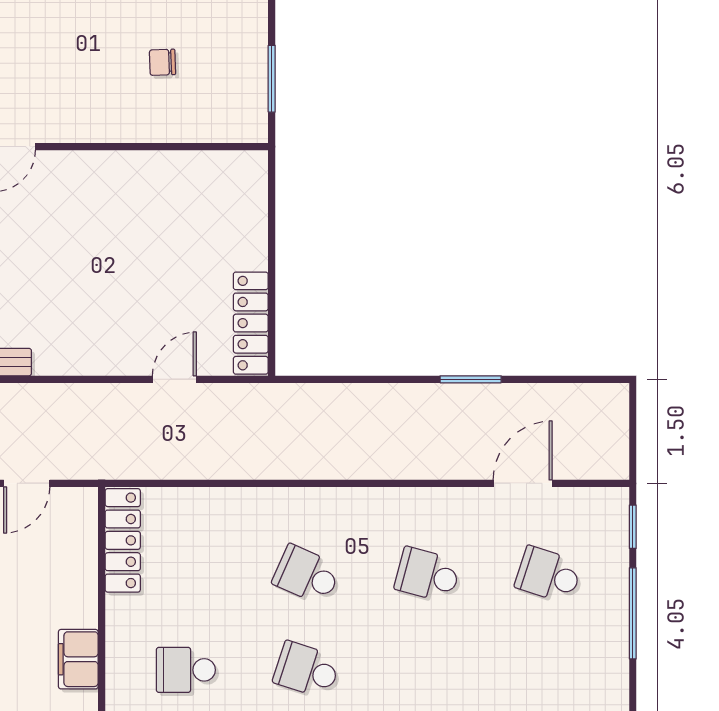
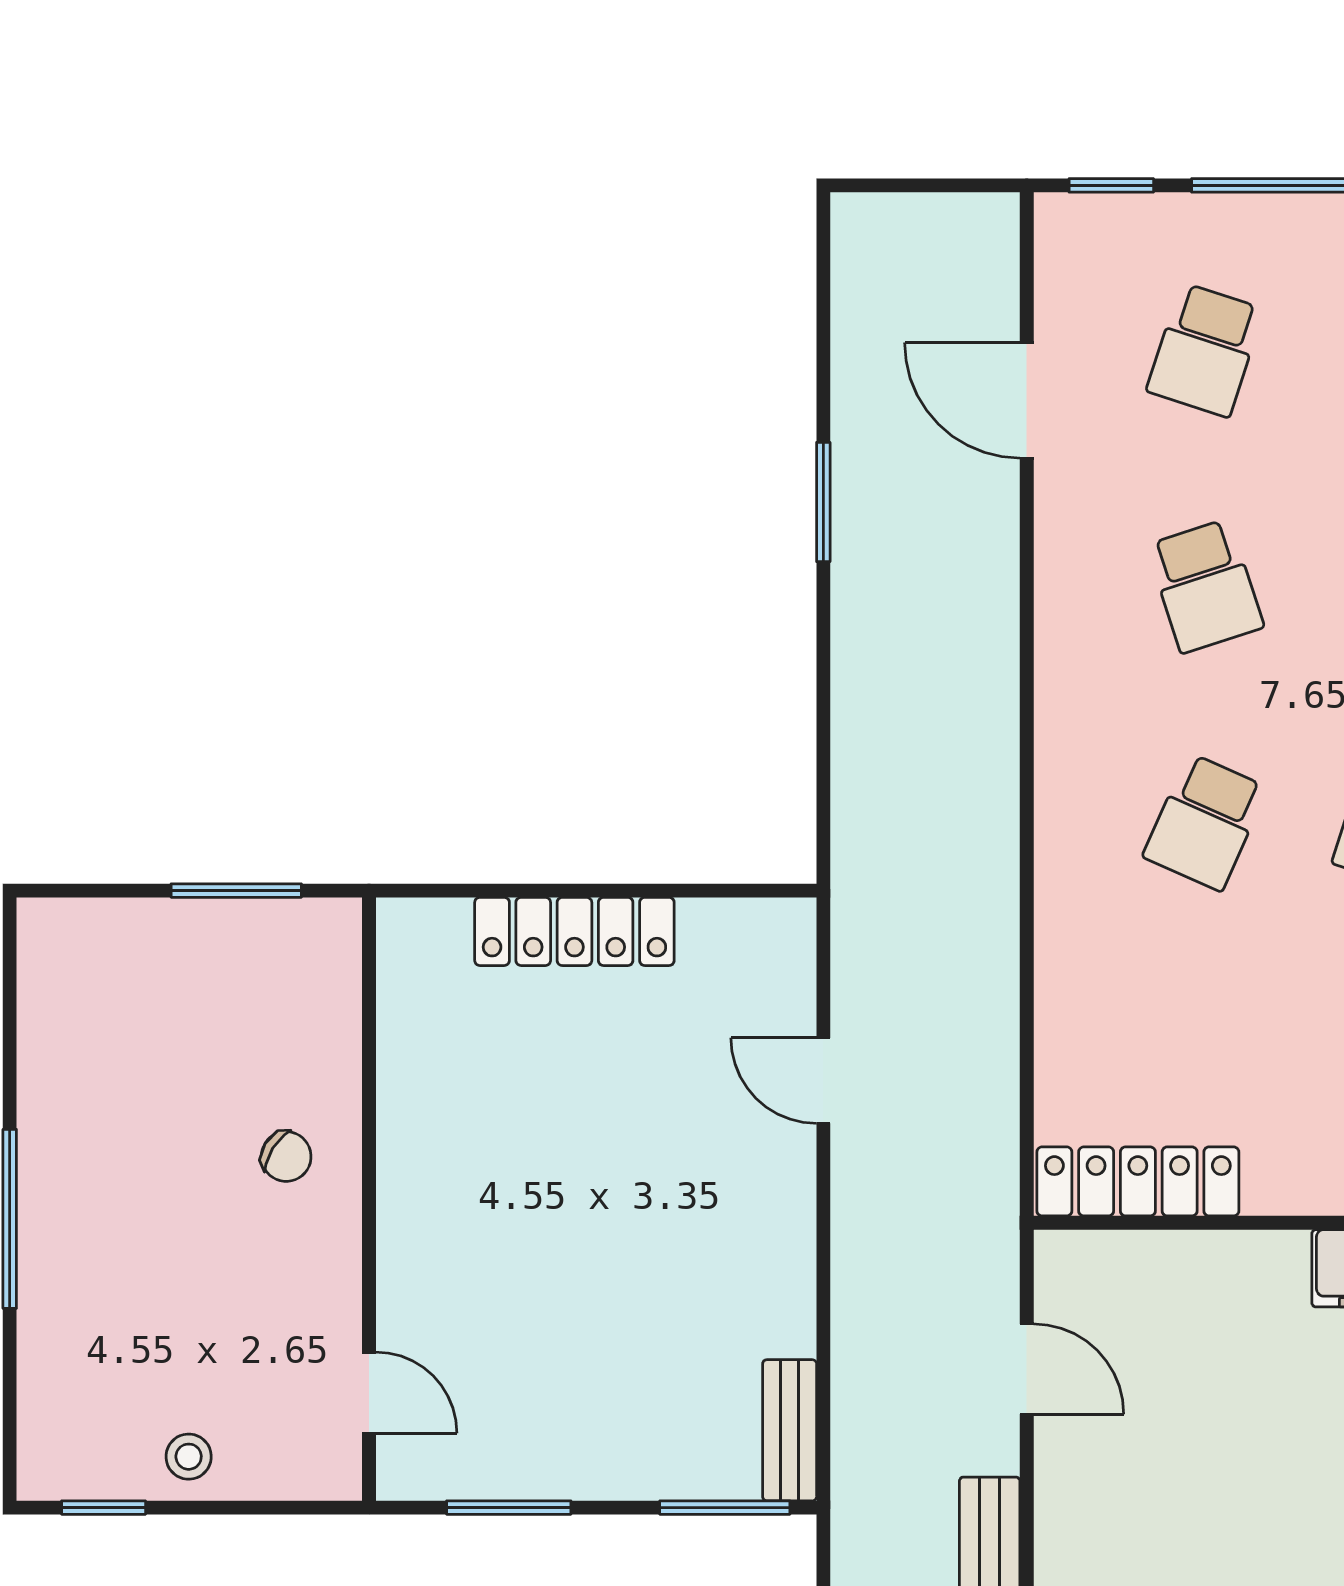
chair: (162, 62) -> (286, 1156), moved, turned -56
locker: (251, 323) -> (574, 931), moved
school desk: (428, 575) -> (1205, 586), turned -33

